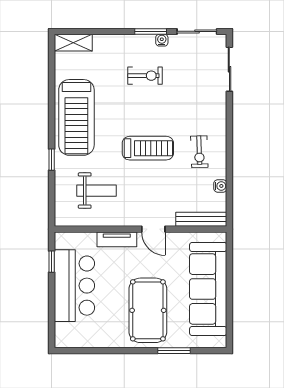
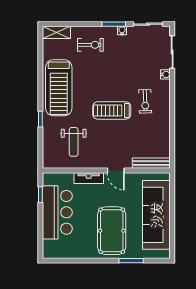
exercise bike: (145, 76) -> (90, 45), moved
treadmill: (148, 148) -> (112, 110), turned 180
exercise bike: (199, 152) -> (145, 101), moved
water cooler: (220, 186) -> (165, 74), moved
weight bench: (96, 191) -> (74, 142), turned 90

